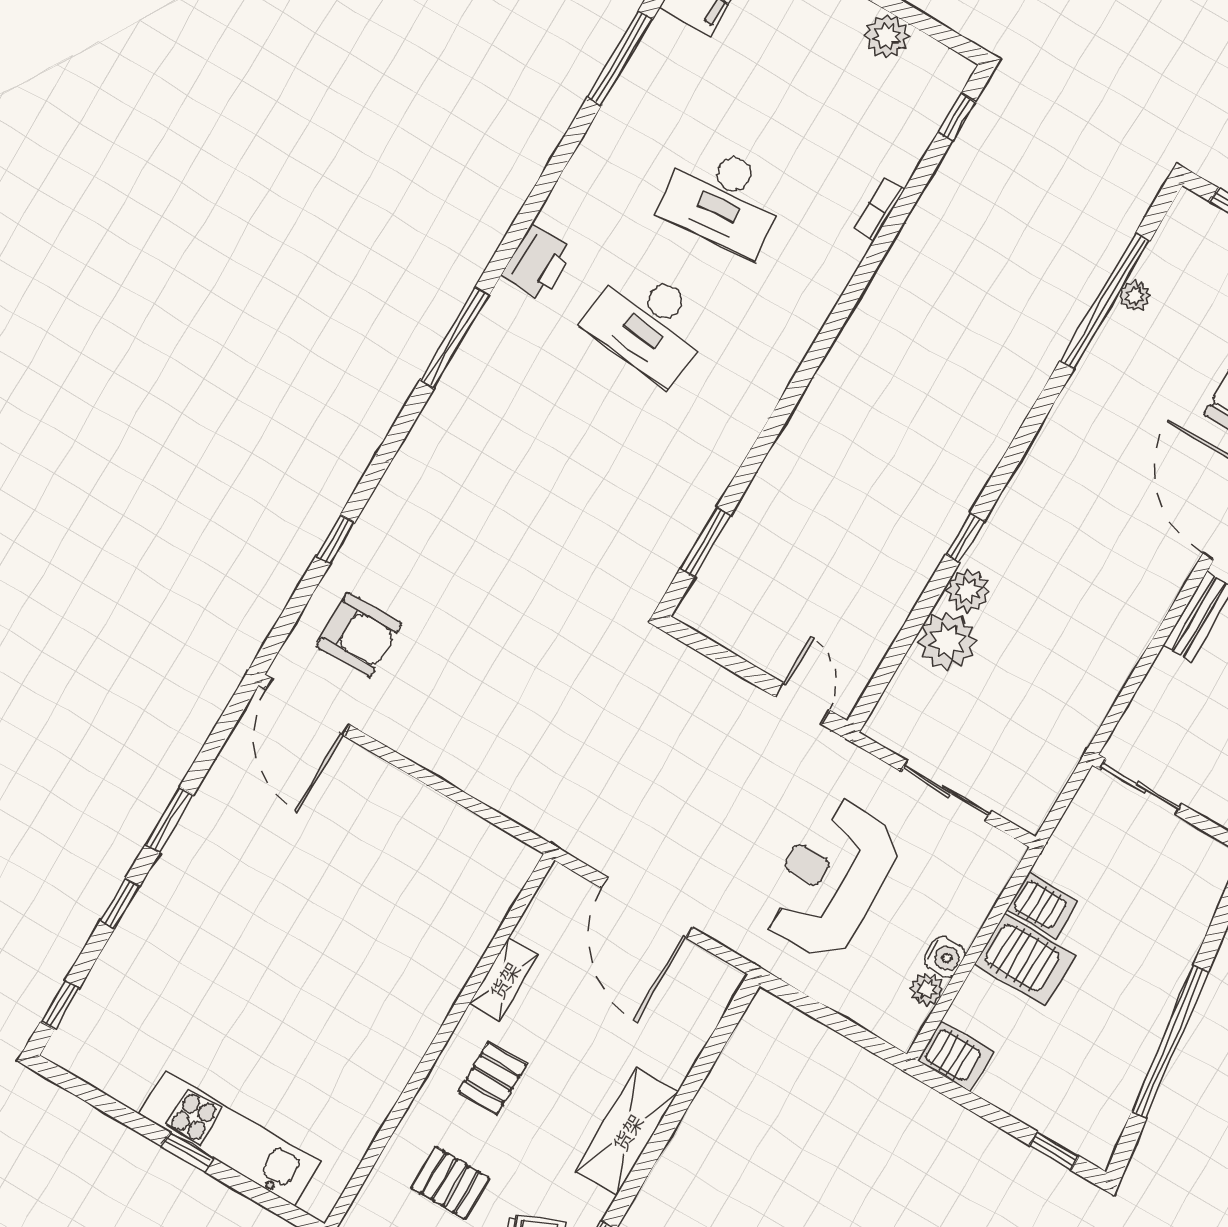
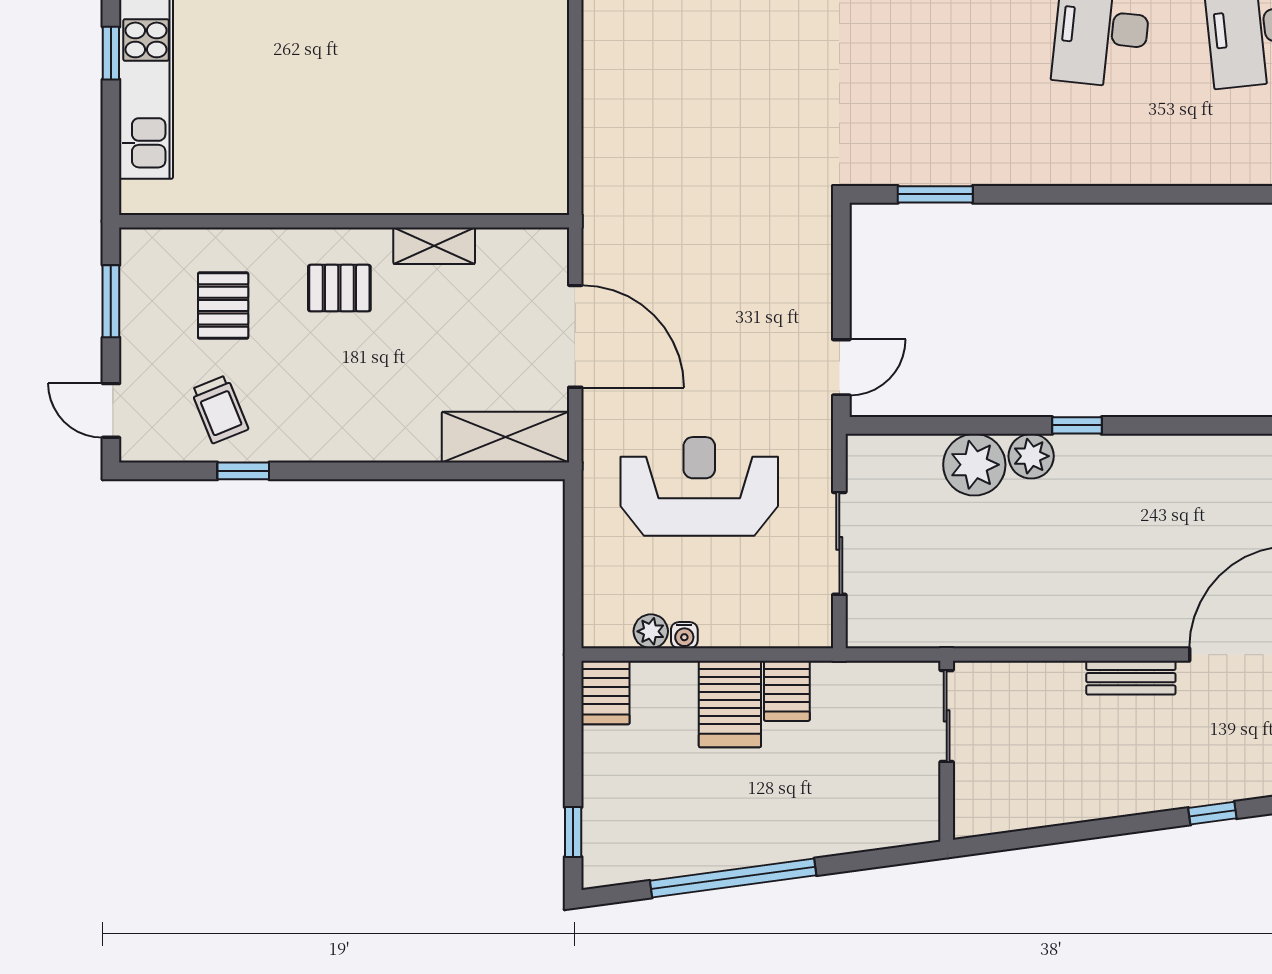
door: (647, 908) -> (575, 336), swing flipped
water cooler: (945, 957) -> (684, 635), width x0.72, depth x0.72
shelving: (627, 1132) -> (505, 437), moved

